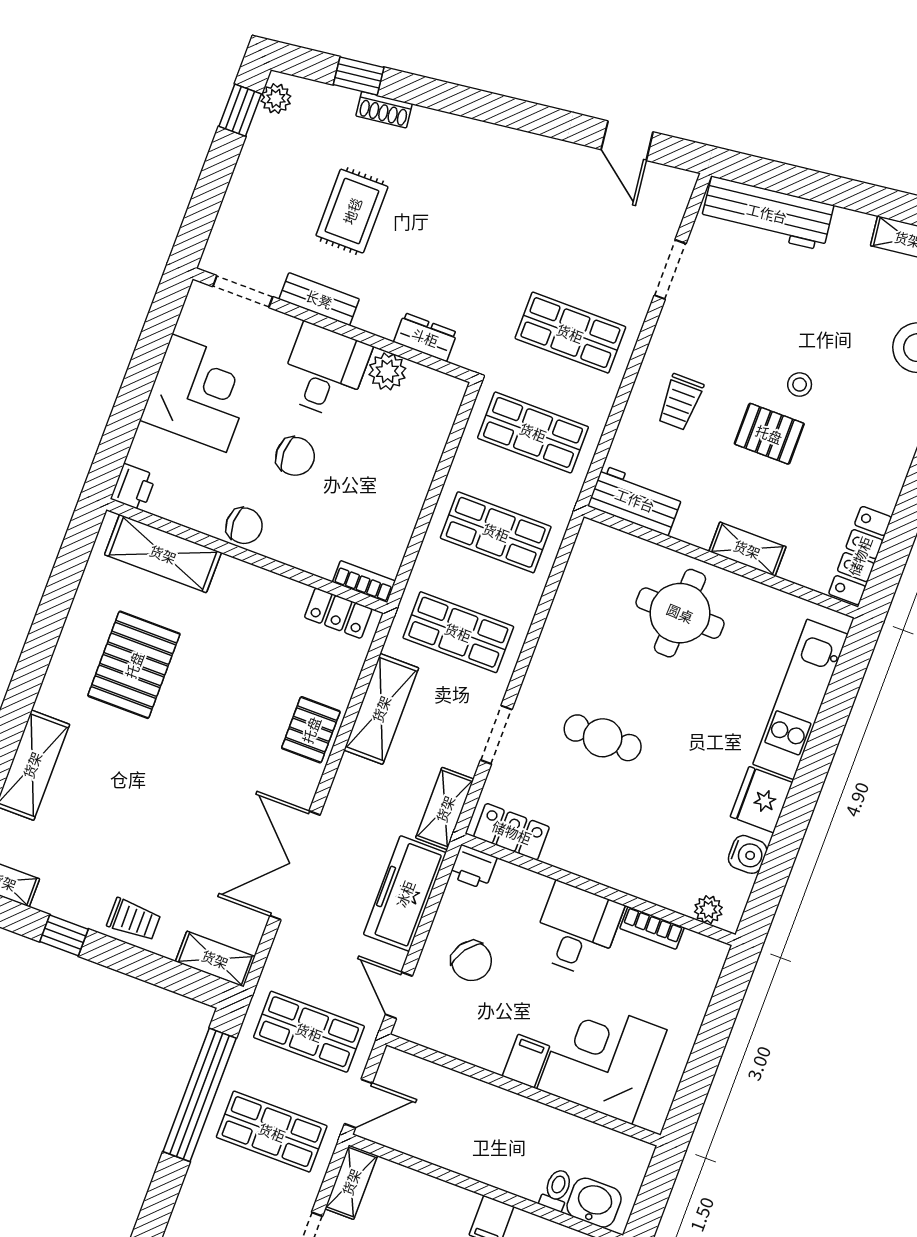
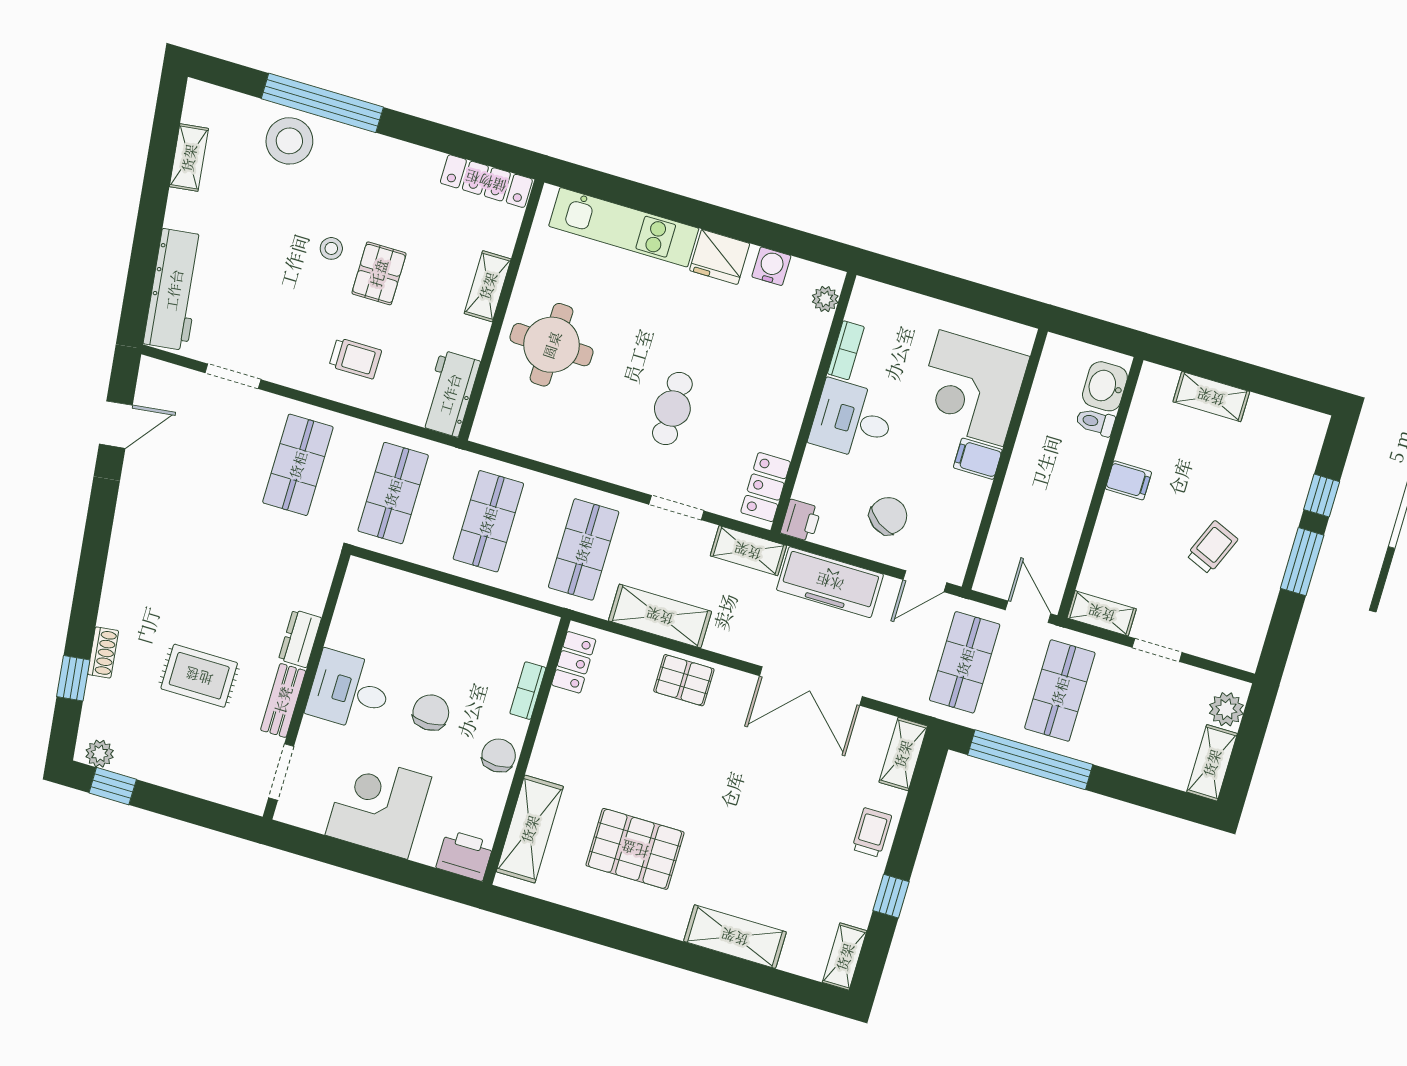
dresser: (425, 337) -> (300, 639), moved
plant: (387, 371) -> (346, 632), removed
printer: (133, 487) -> (465, 855), width x1.36, depth x1.24
bookcase: (364, 582) -> (528, 691), moved

